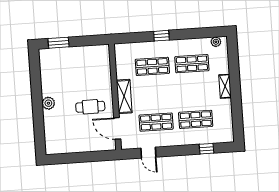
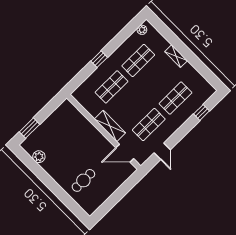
plant: (48, 103) -> (39, 157), moved
cafe table: (90, 107) -> (83, 180), moved
door: (148, 153) -> (162, 151), hinge flipped

